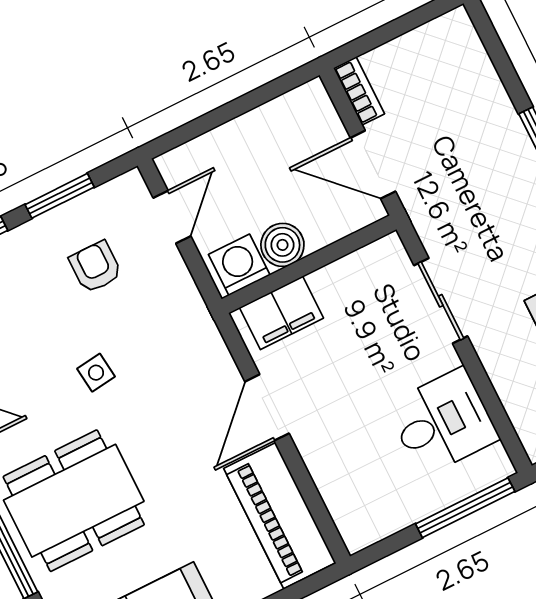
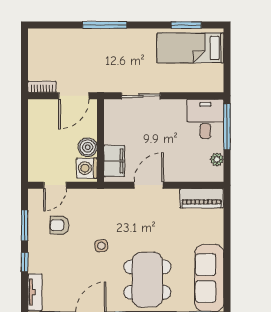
door: (172, 217) -> (55, 185), swing flipped
door: (267, 407) -> (149, 185), swing flipped
desk: (443, 422) -> (205, 119), moved
piano: (280, 516) -> (202, 198), width x0.73, depth x0.75
plant: (388, 520) -> (217, 159), added

